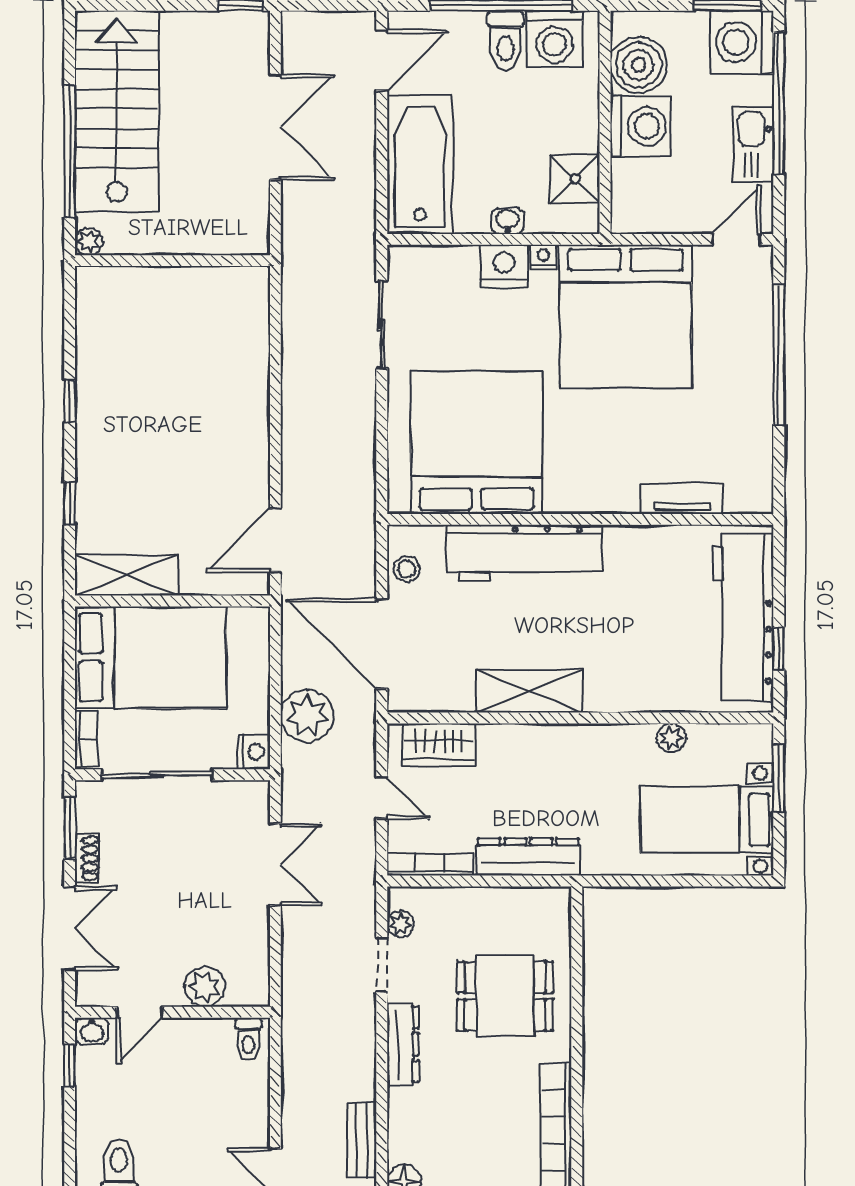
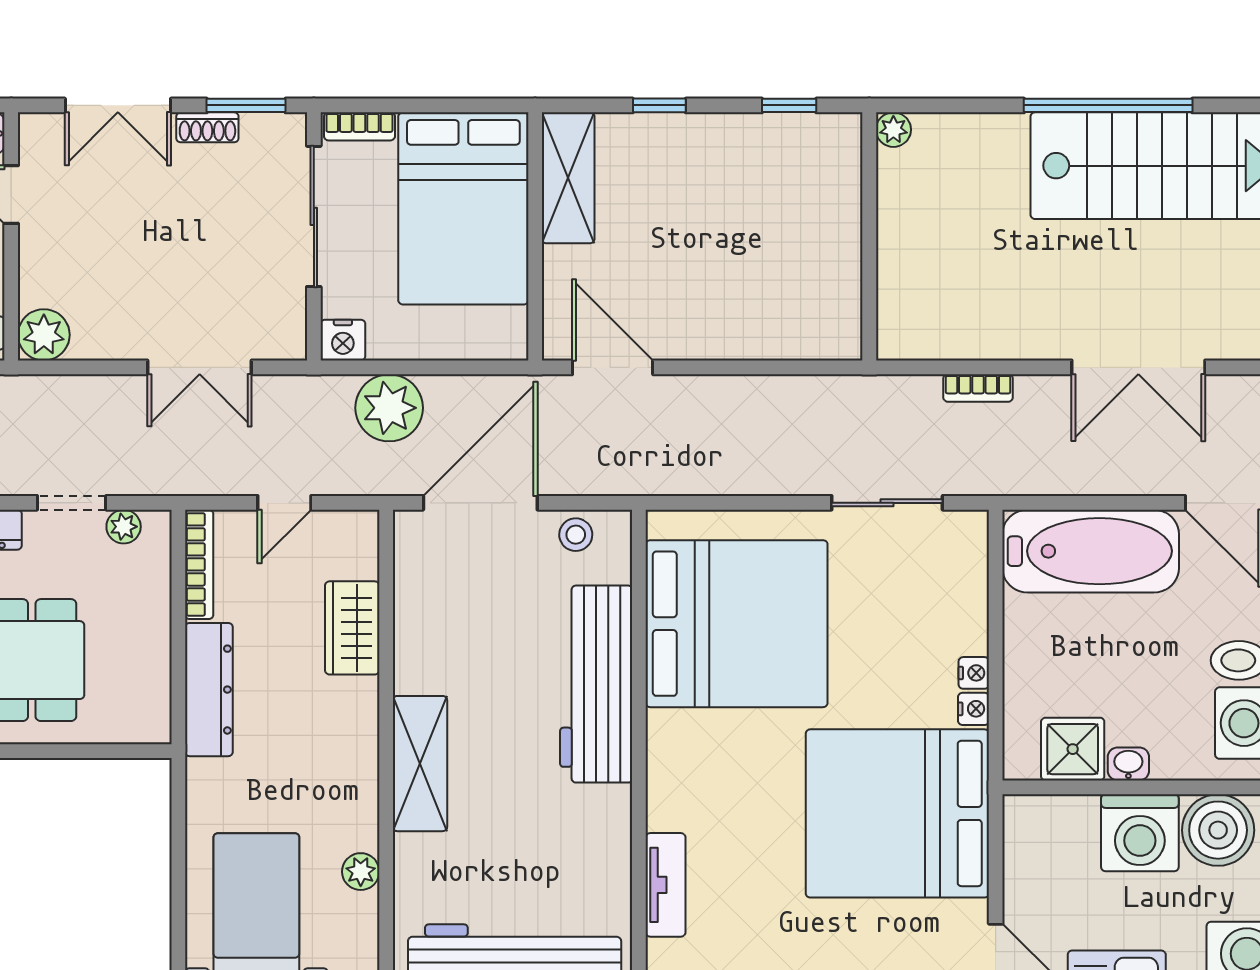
washbasin: (508, 221) -> (1128, 764), moved, turned -90
plant: (89, 242) -> (893, 130), moved
bookcase: (292, 253) -> (978, 388), added
wall: (173, 261) -> (869, 236), moved
nightstand: (504, 266) -> (974, 673), width x0.53, depth x0.56
shelving: (529, 691) -> (420, 764), moved
wardrobe: (439, 745) -> (352, 628), moved
plant: (205, 987) -> (44, 335), moved

